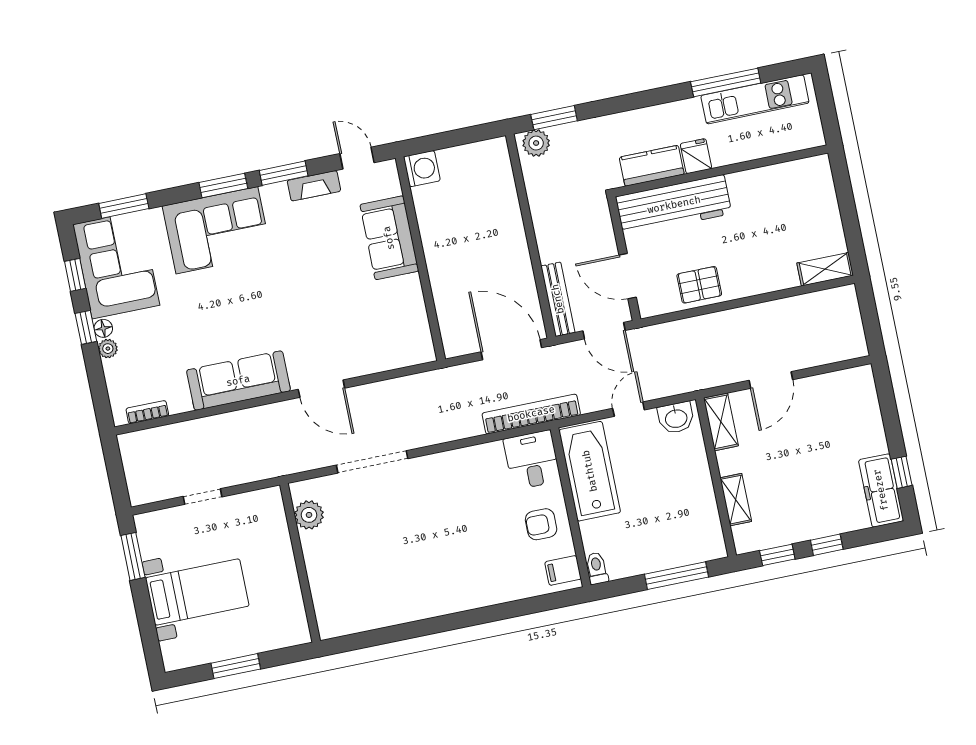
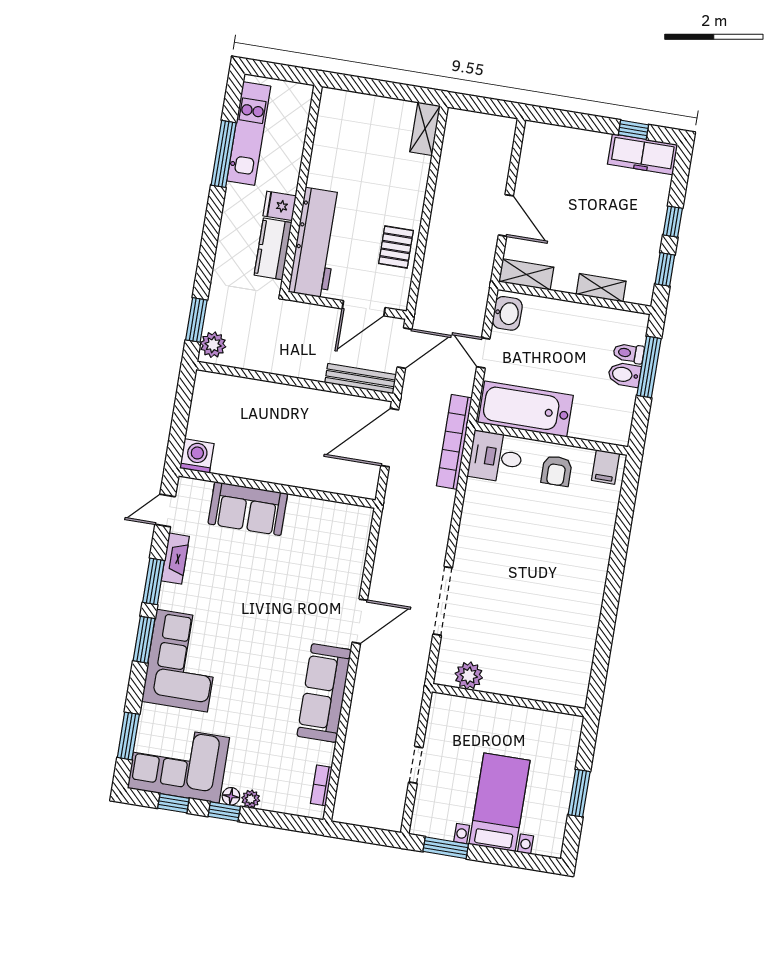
bidet: (660, 555) -> (624, 375), added
toilet: (597, 568) -> (629, 353), moved

